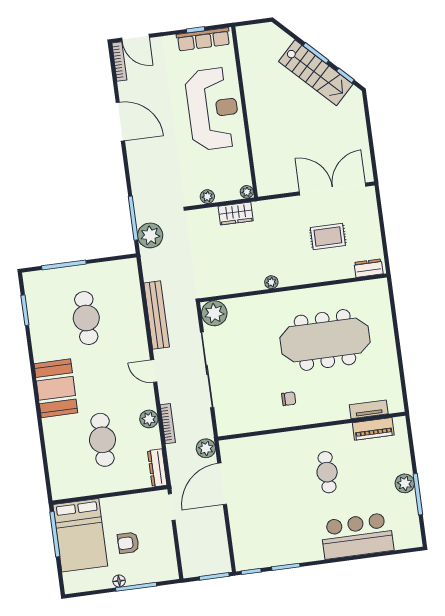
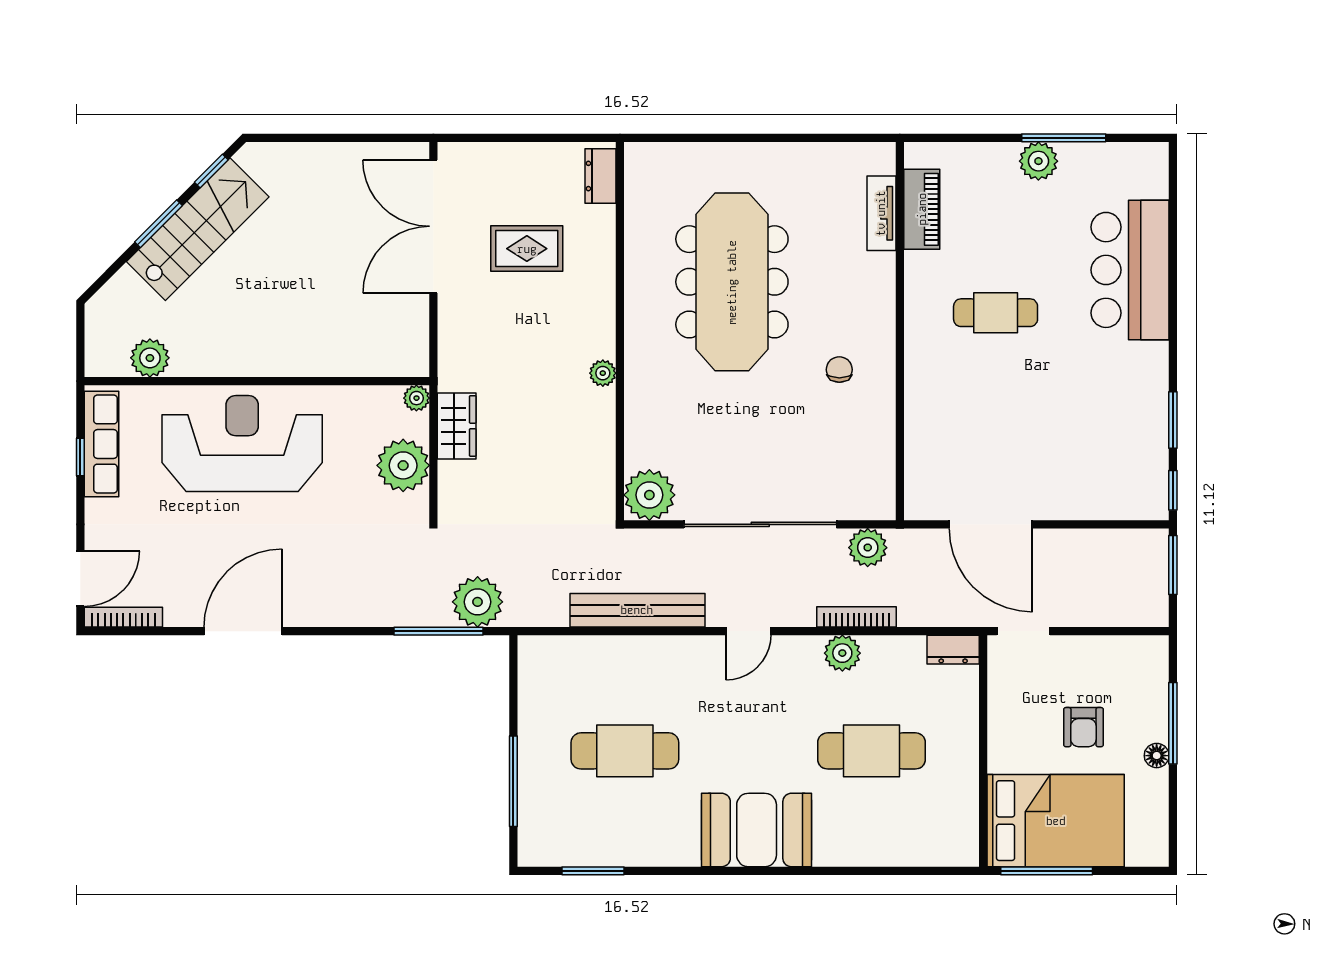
plant: (249, 58) -> (150, 358), added
plant: (207, 197) -> (403, 465), width x1.87, depth x1.87
rug: (328, 236) -> (527, 249), turned 90
plant: (206, 448) -> (868, 548), moved
dresser: (157, 468) -> (953, 650), width x0.70

